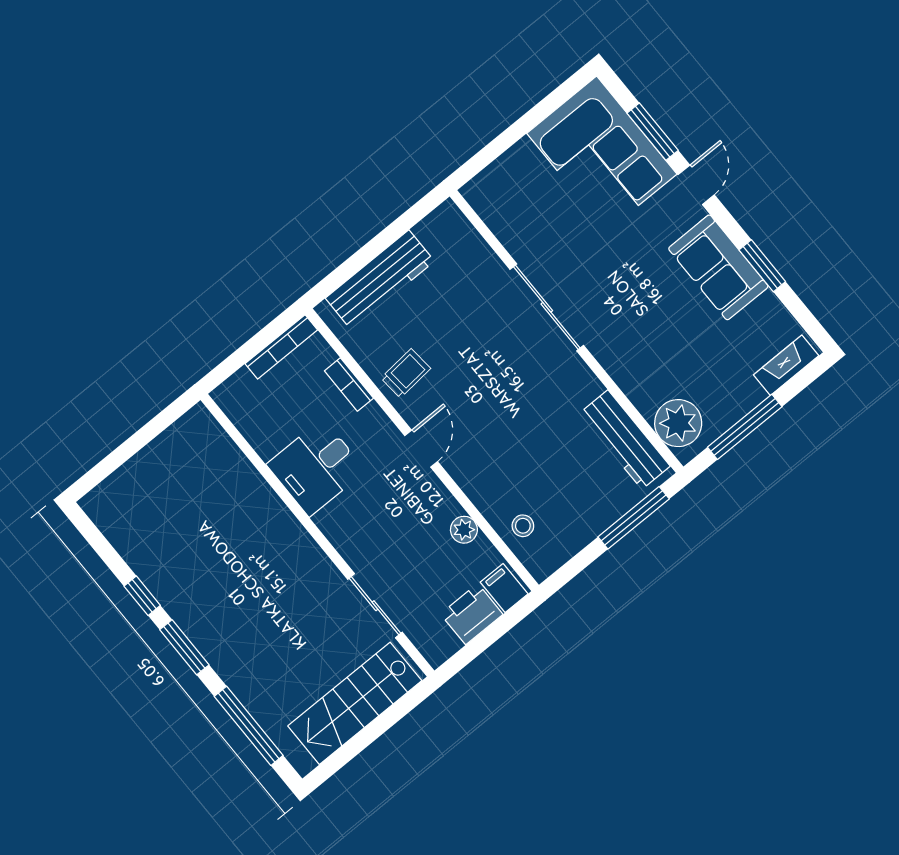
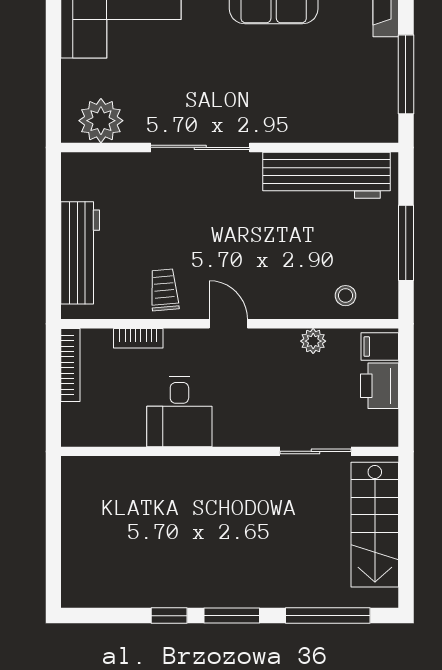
plant: (678, 423) -> (101, 121), moved
workbench: (625, 440) -> (327, 175), width x1.36, depth x1.32
window: (634, 518) -> (406, 243), moved

